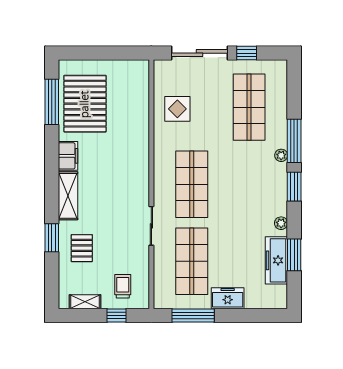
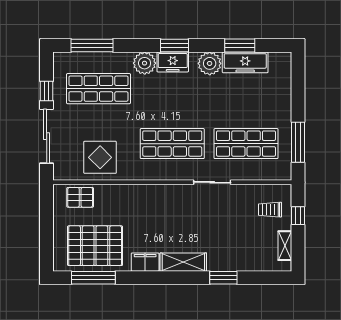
display table: (177, 109) -> (100, 157), width x1.36, depth x1.36
window: (294, 141) -> (92, 45), moved
plant: (281, 155) -> (145, 63), width x1.87, depth x1.87
plant: (281, 223) -> (210, 63), width x1.87, depth x1.87
pallet: (82, 248) -> (80, 197), moved
freezer: (228, 298) -> (173, 62), moved, turned -90

